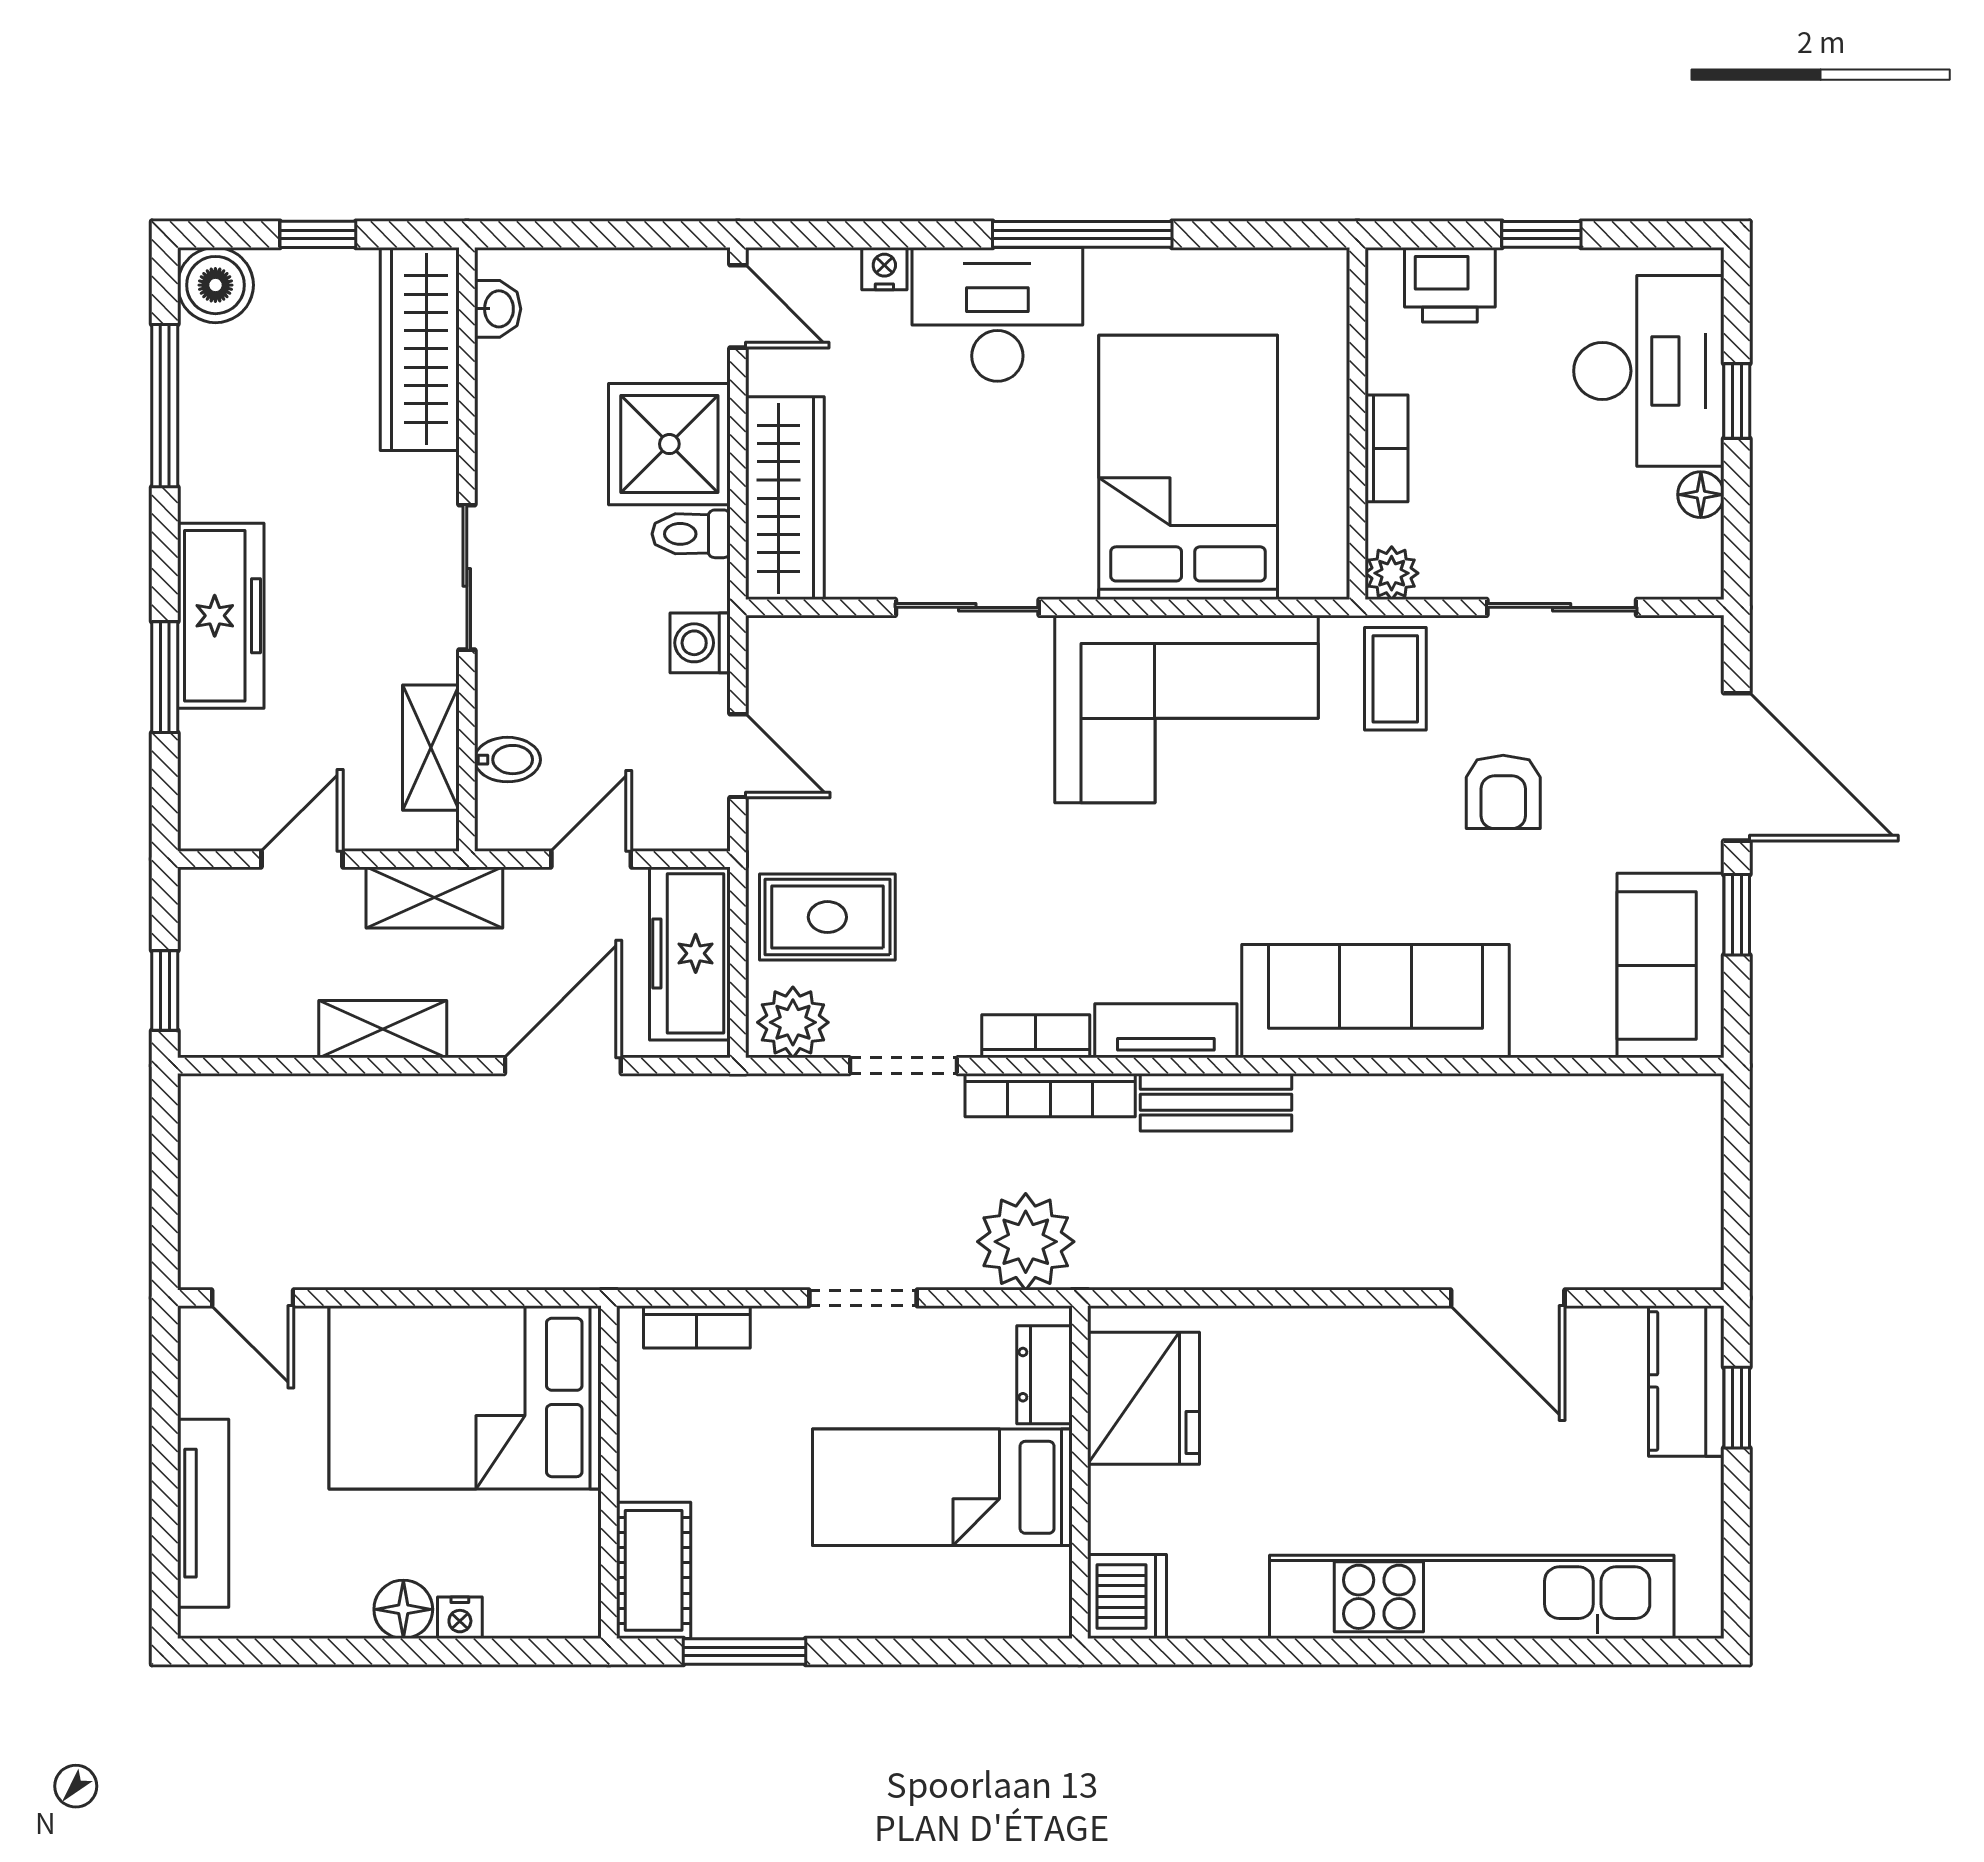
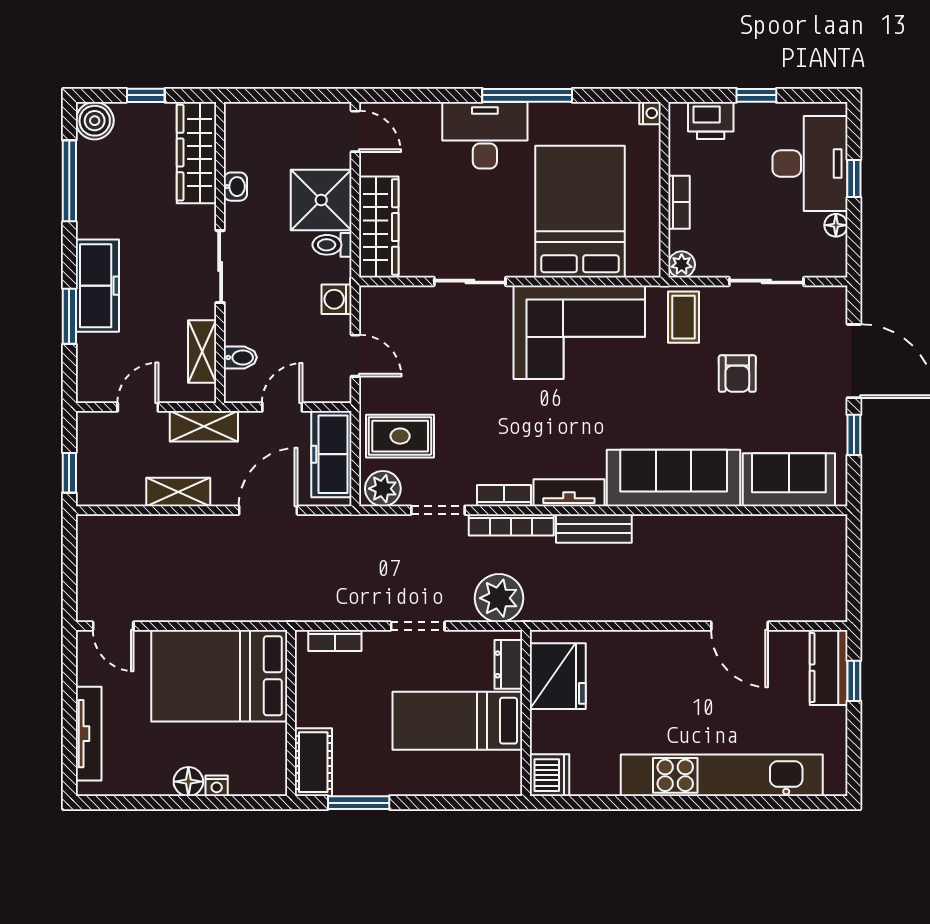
nightstand: (884, 269) -> (650, 113), moved, turned 90
washbasin: (498, 309) -> (235, 187), moved
sofa: (1671, 966) -> (789, 480), moved, turned 90

